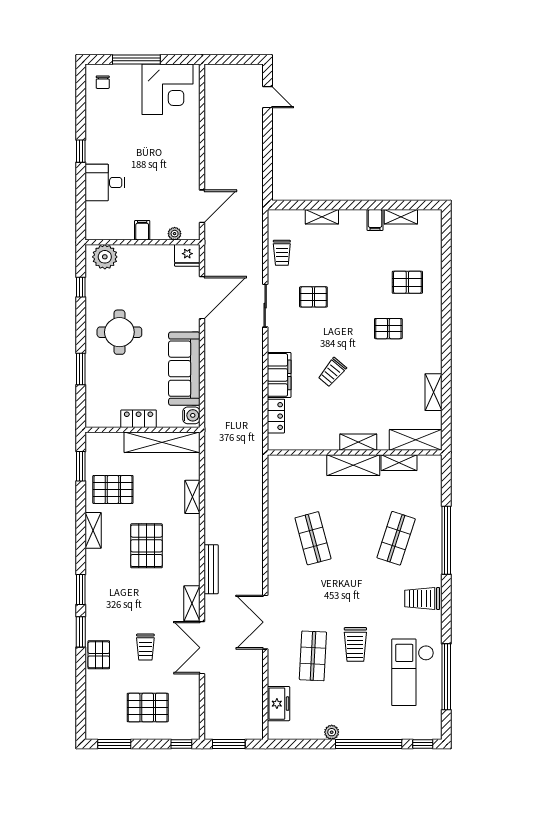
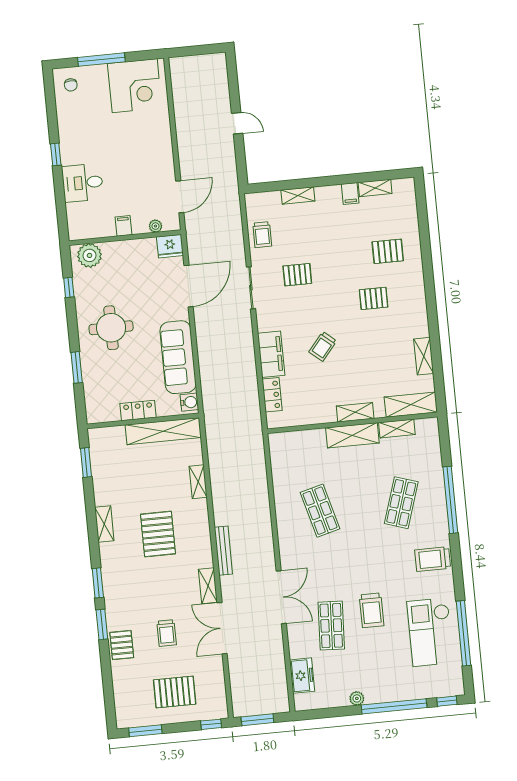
door: (267, 97) -> (237, 123), moved
pallet: (113, 489) -> (120, 482), removed
double door: (265, 622) -> (281, 597), swing flipped

